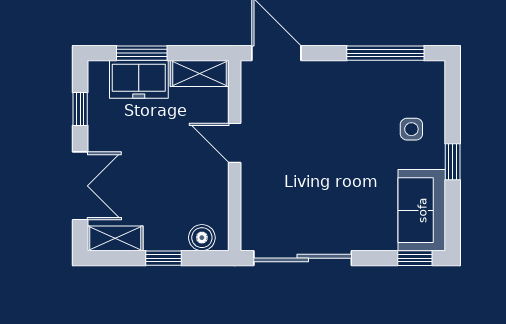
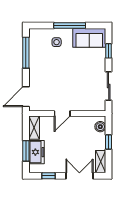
window: (453, 162) -> (70, 26), width x2.17
sliding door: (303, 258) -> (109, 86), width x0.73
window: (415, 258) -> (109, 51), moved

